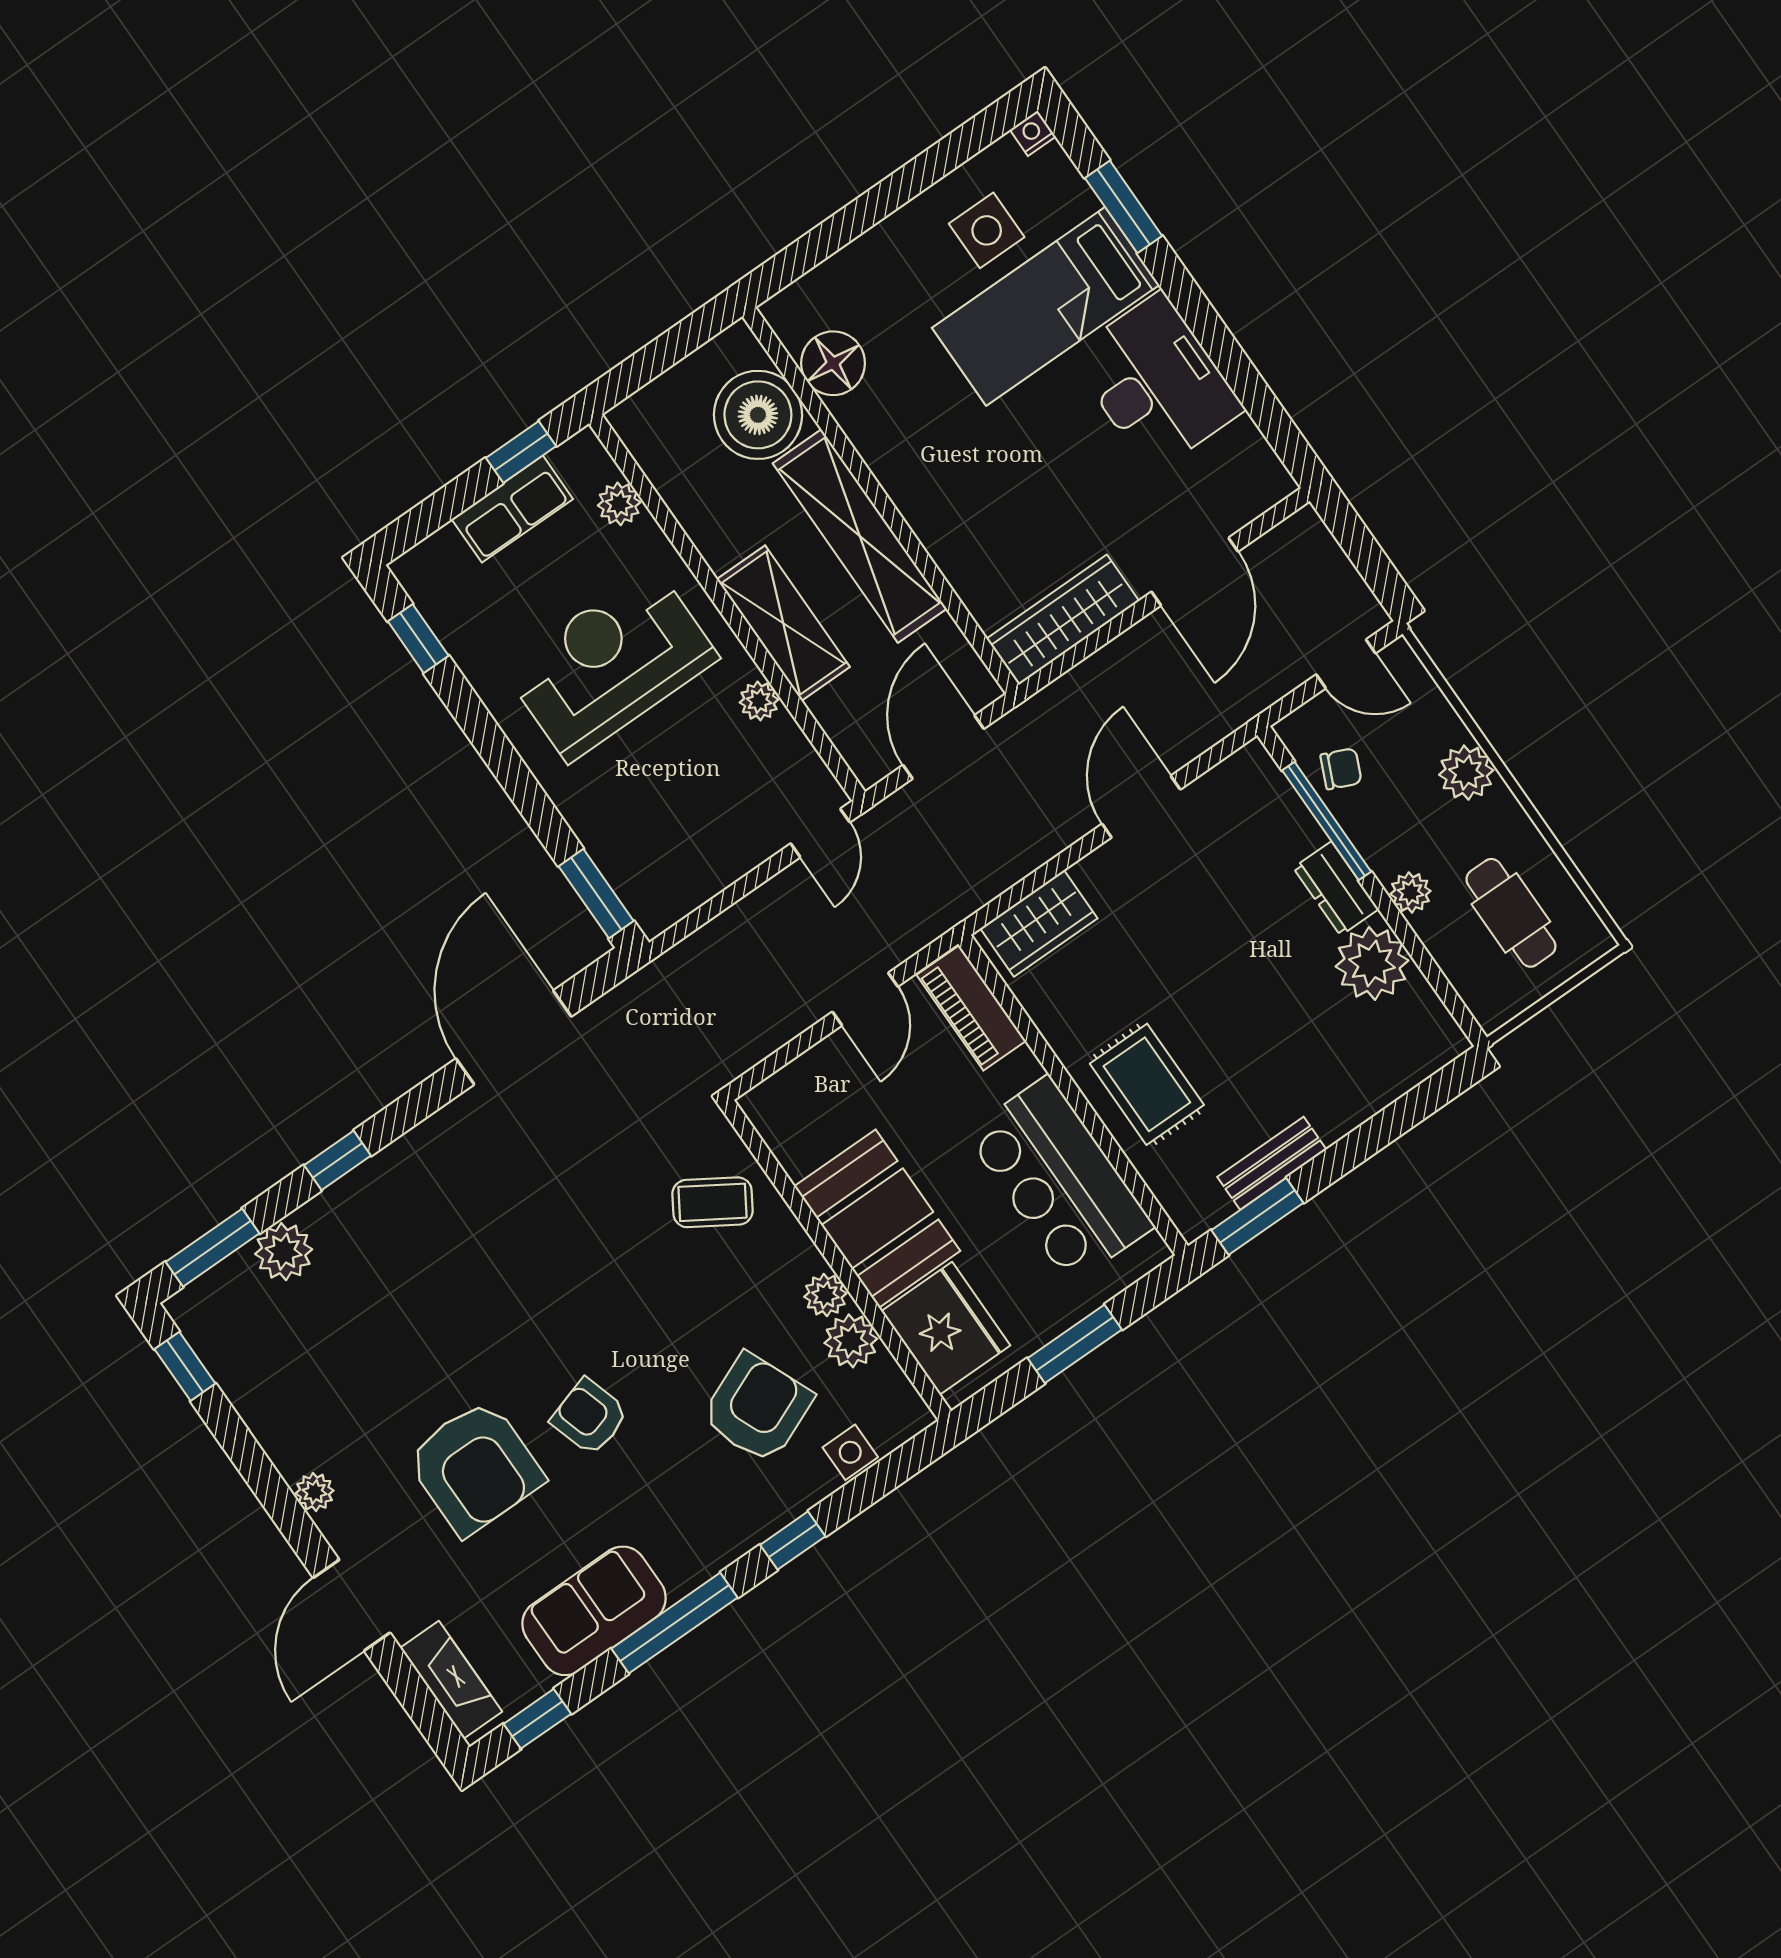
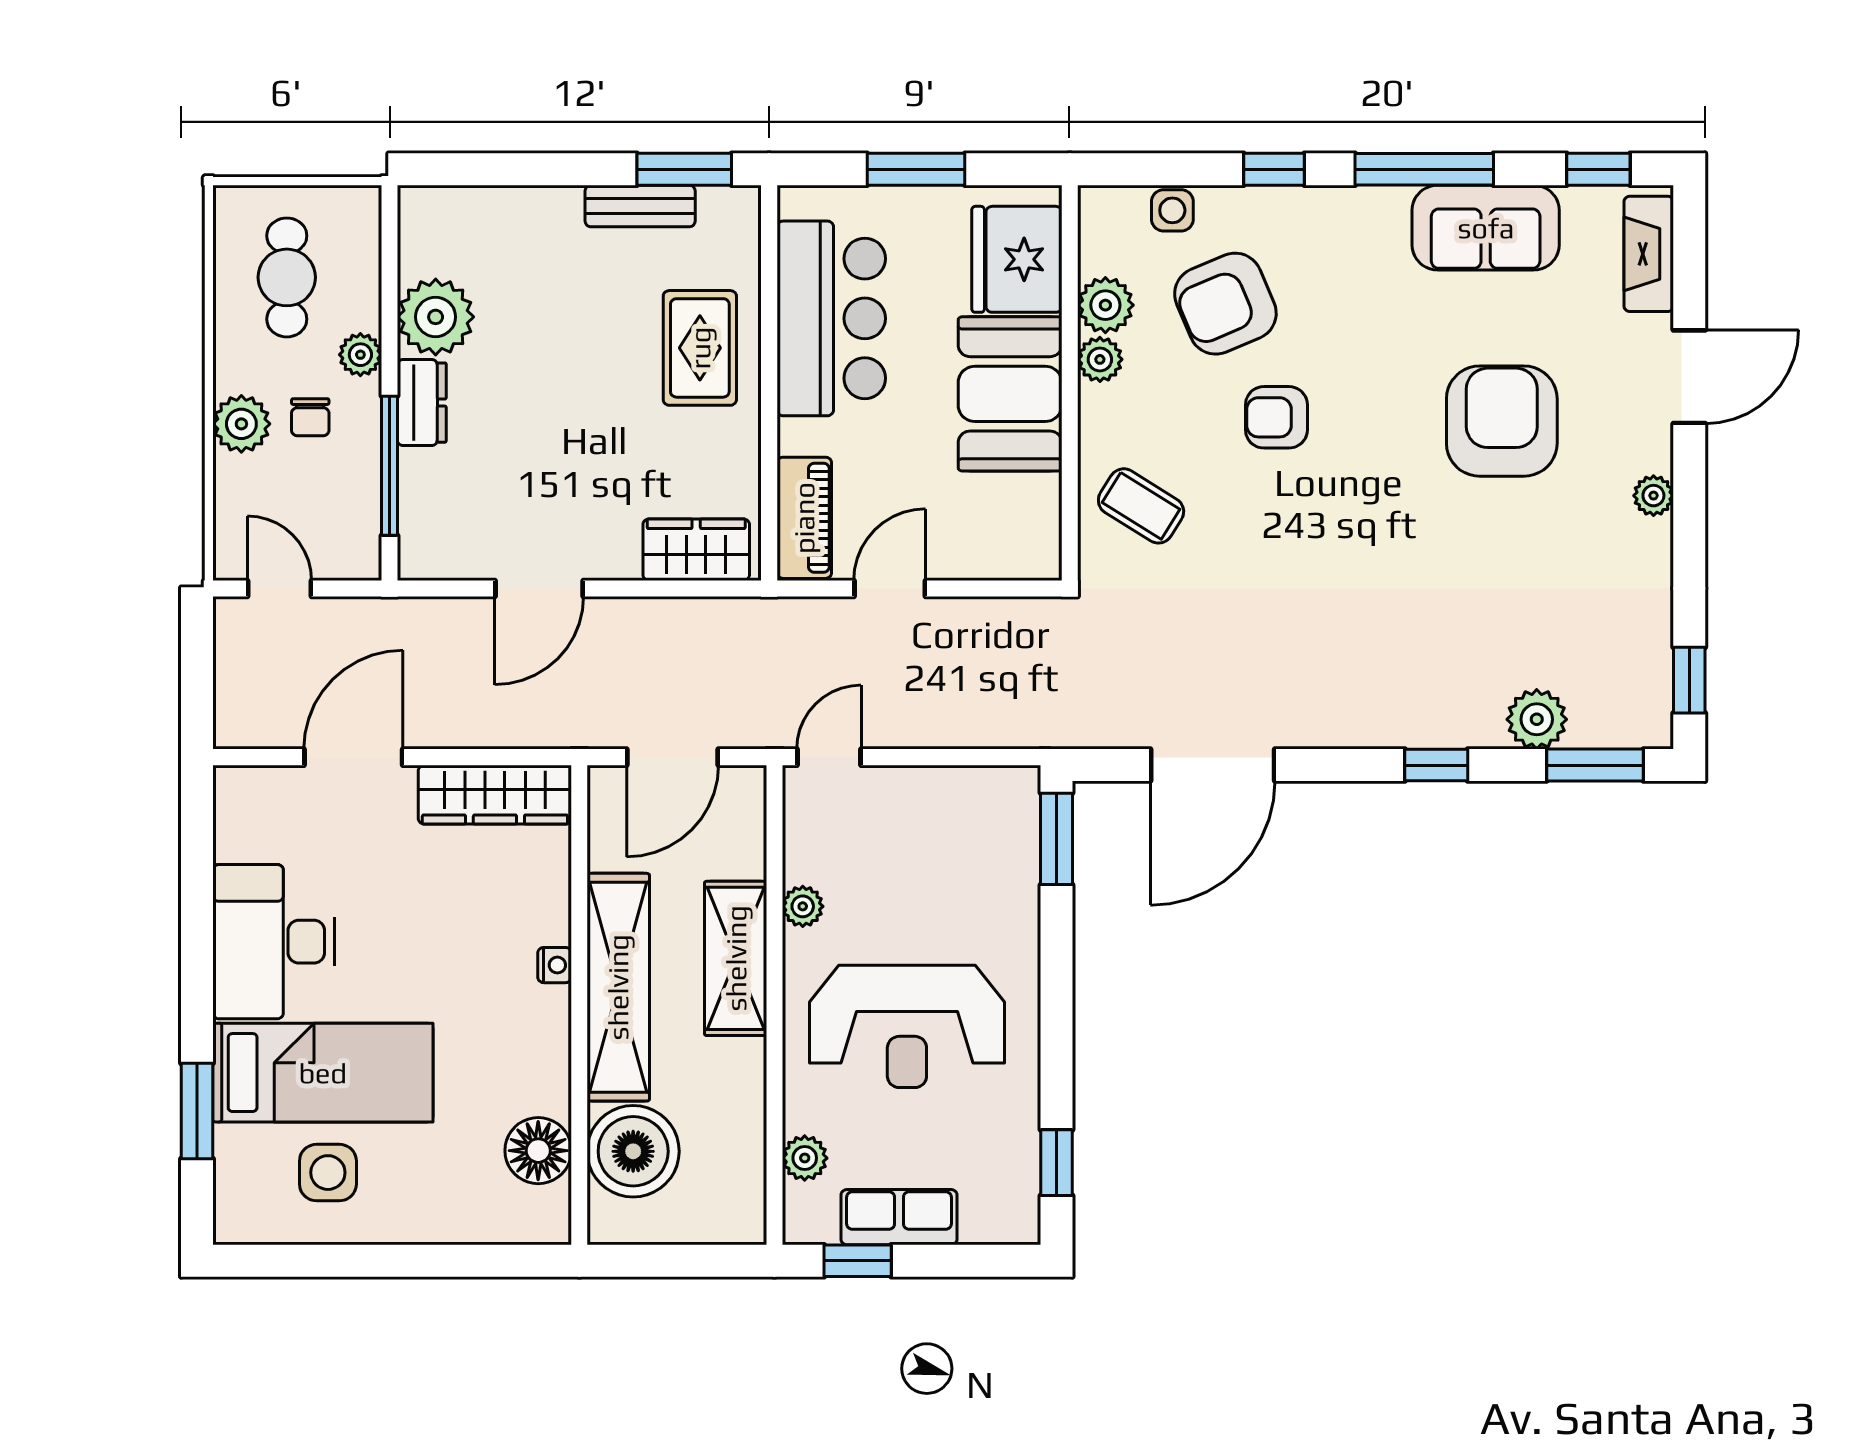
nightstand: (1033, 133) -> (555, 965), moved, turned -90
chair: (1341, 769) -> (310, 417), moved, turned -114
armchair: (589, 1417) -> (1276, 417), moved, turned 107

